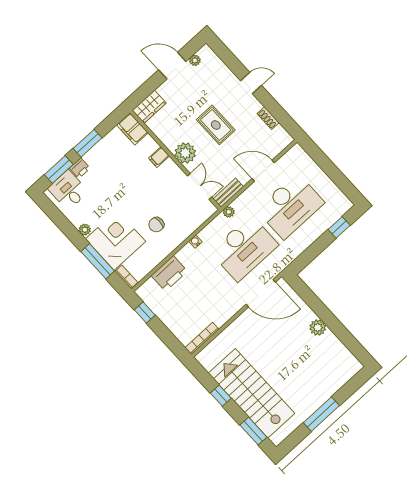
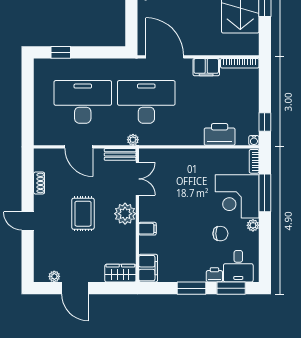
double door: (200, 186) -> (137, 179), swing flipped
chair: (156, 225) -> (220, 234), moved
water cooler: (195, 241) -> (254, 140), moved
filing cabinet: (224, 313) -> (206, 67), added

